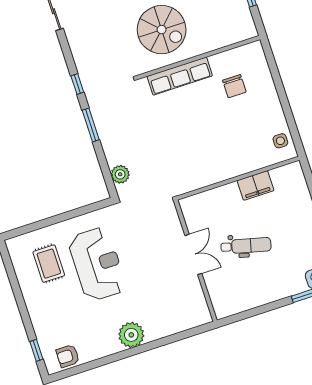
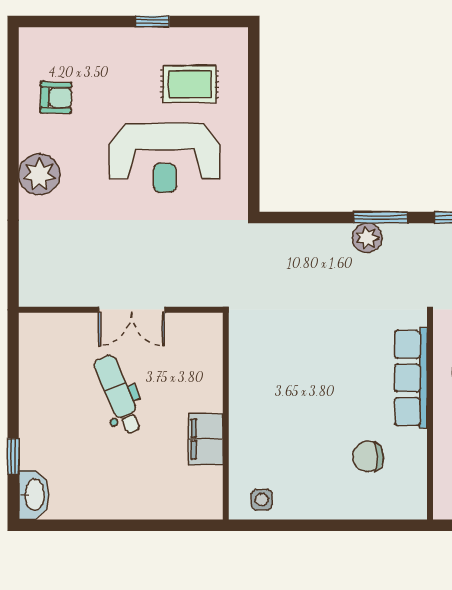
plant: (120, 174) -> (367, 238), moved
dental chair: (246, 246) -> (118, 394), turned 143
window: (36, 350) -> (153, 22), moved
armchair: (68, 356) -> (56, 98), moved, turned 91

